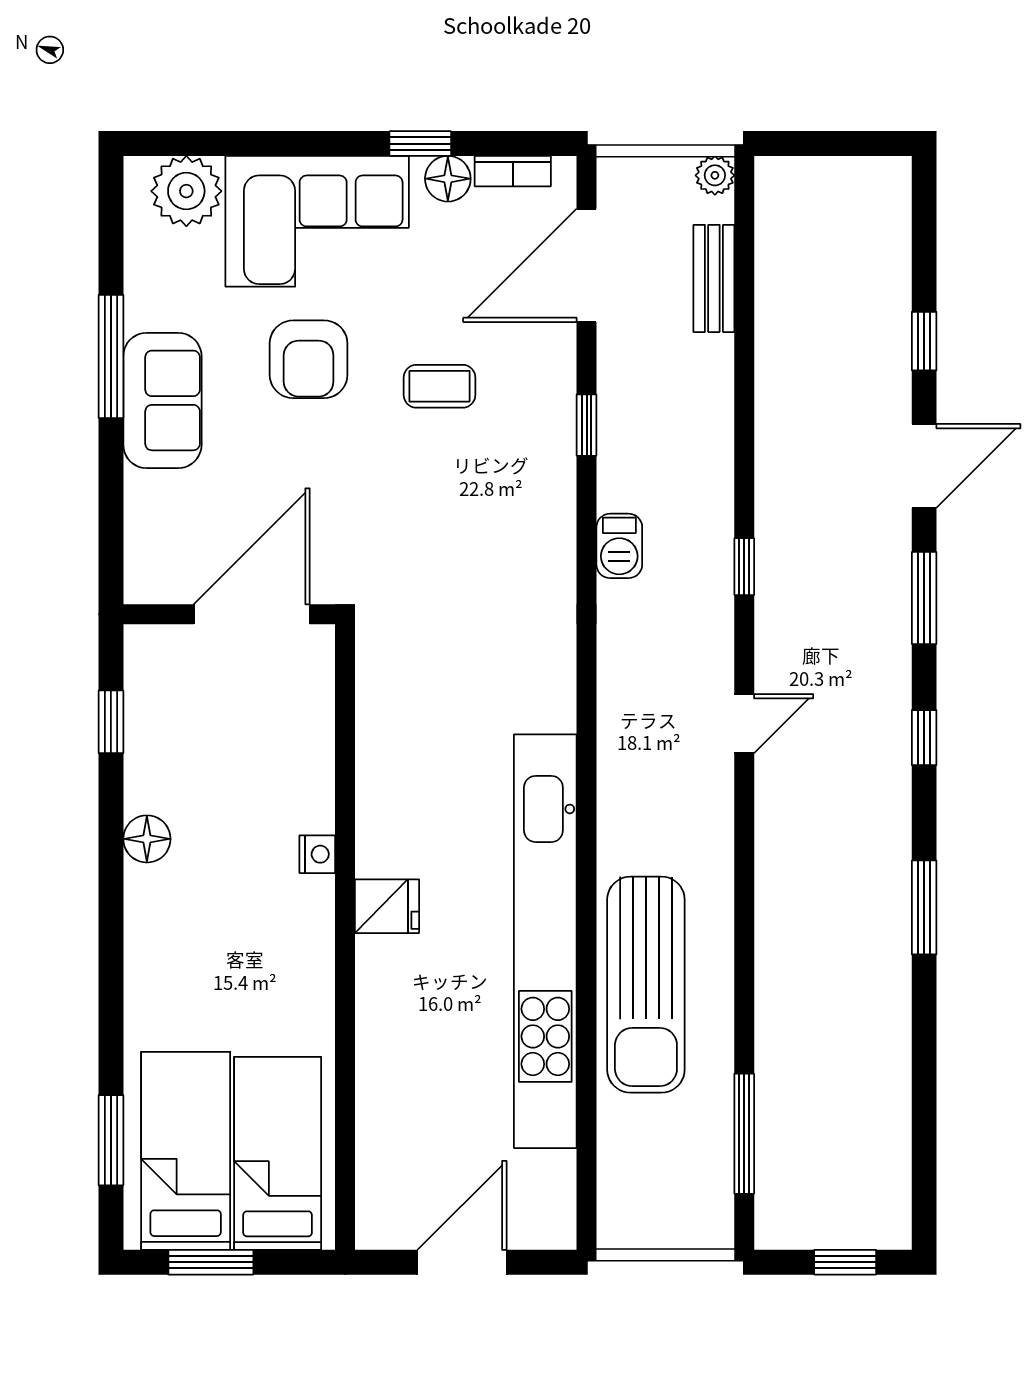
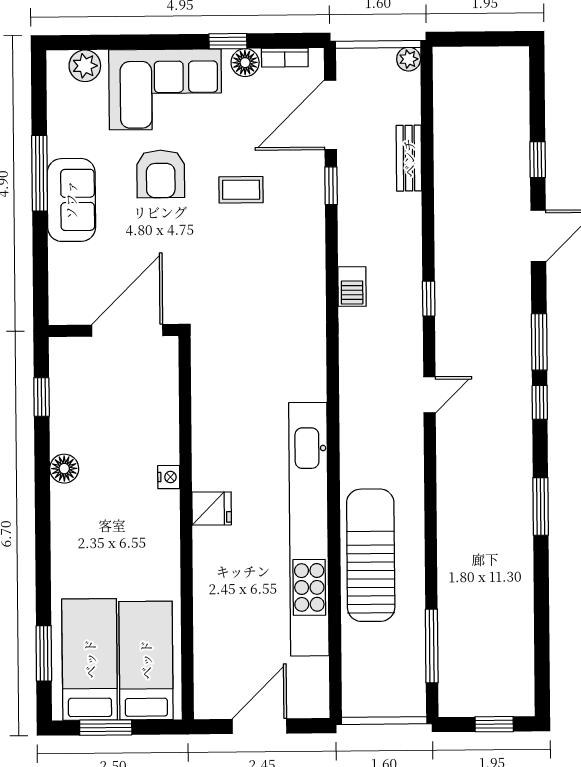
plant: (186, 191) -> (85, 66), width x0.73, depth x0.73
bench: (714, 278) -> (409, 158), moved
window: (587, 425) -> (331, 186), moved
window: (924, 598) -> (539, 342), moved
sun lounger: (646, 985) -> (371, 555), turned 180

